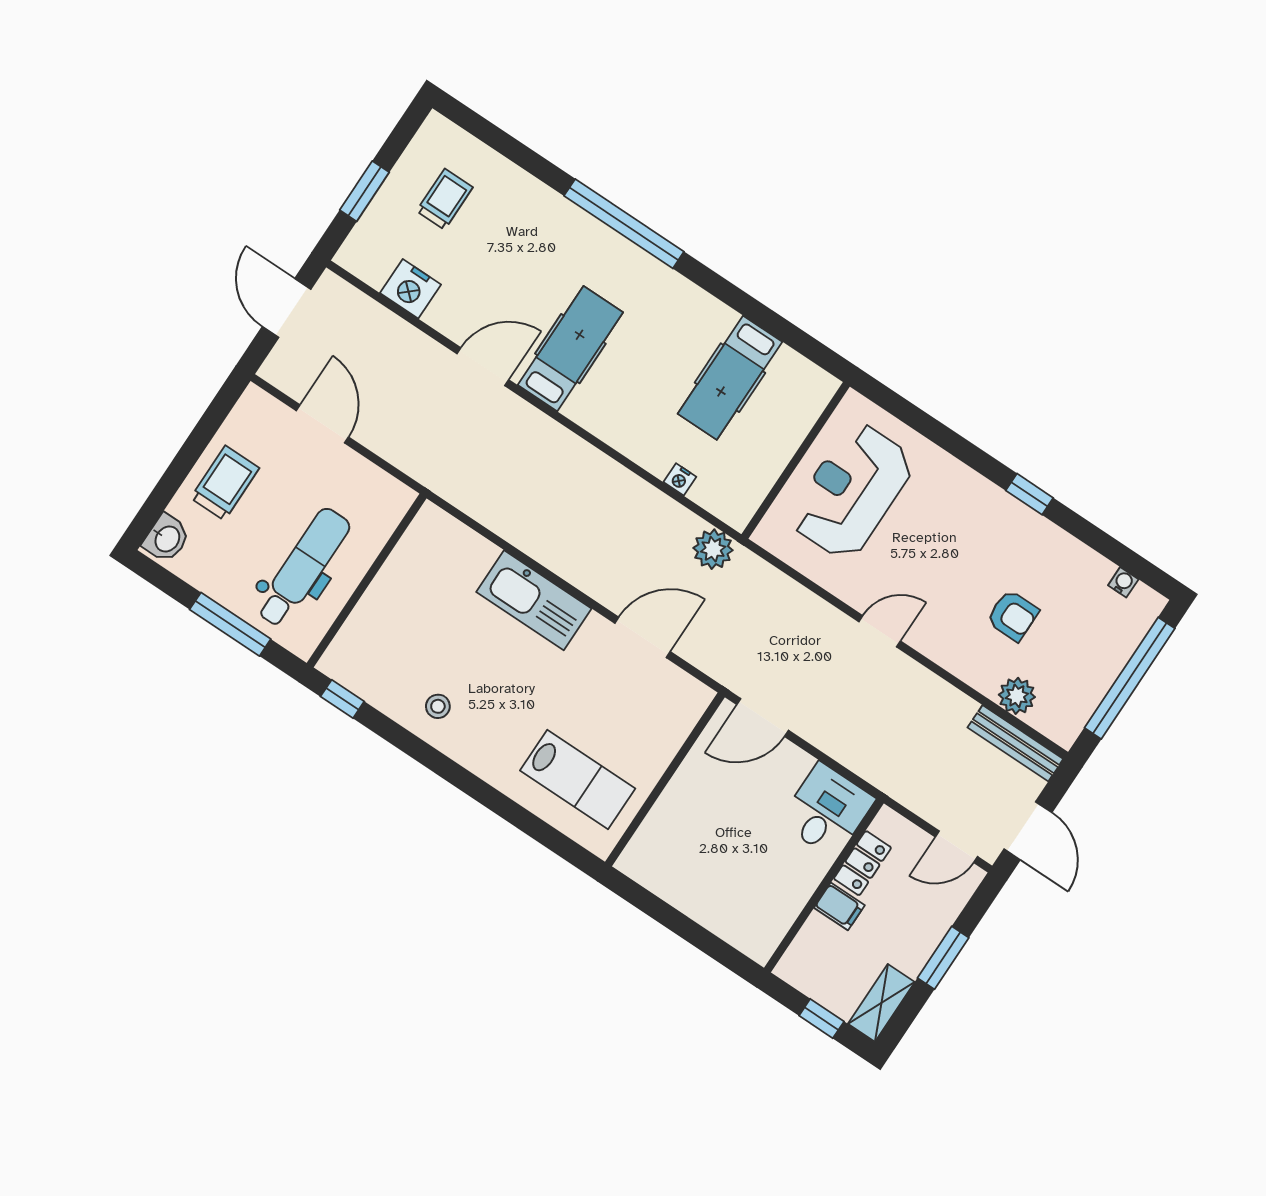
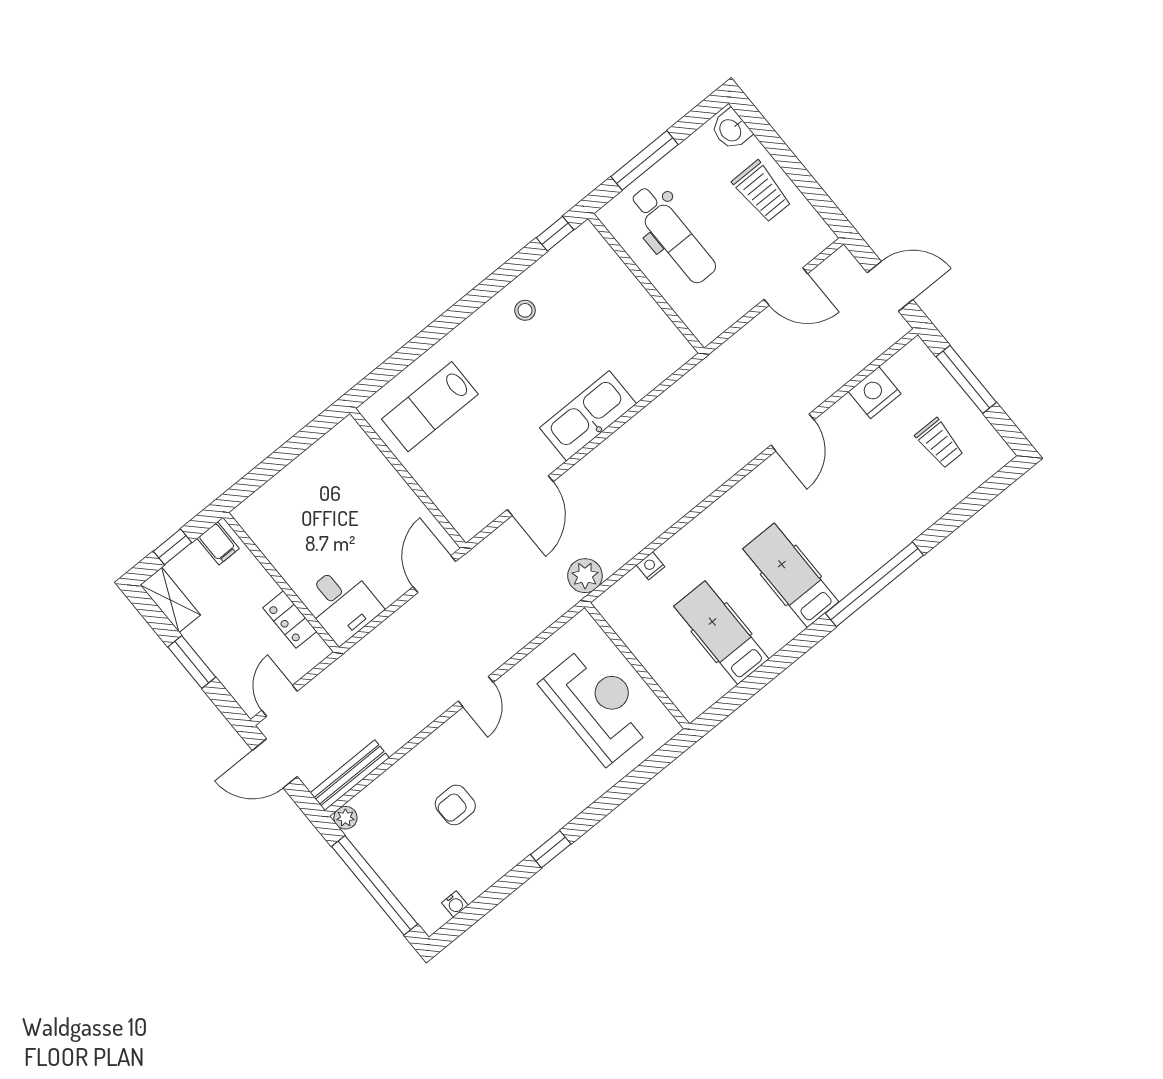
window: (365, 191) -> (966, 379), width x1.44
hospital bed: (570, 349) -> (791, 575), moved, turned 180
plant: (1017, 696) -> (345, 818), moved, width x0.73, depth x0.73
filing cabinet: (839, 906) -> (218, 543), moved, turned -90

